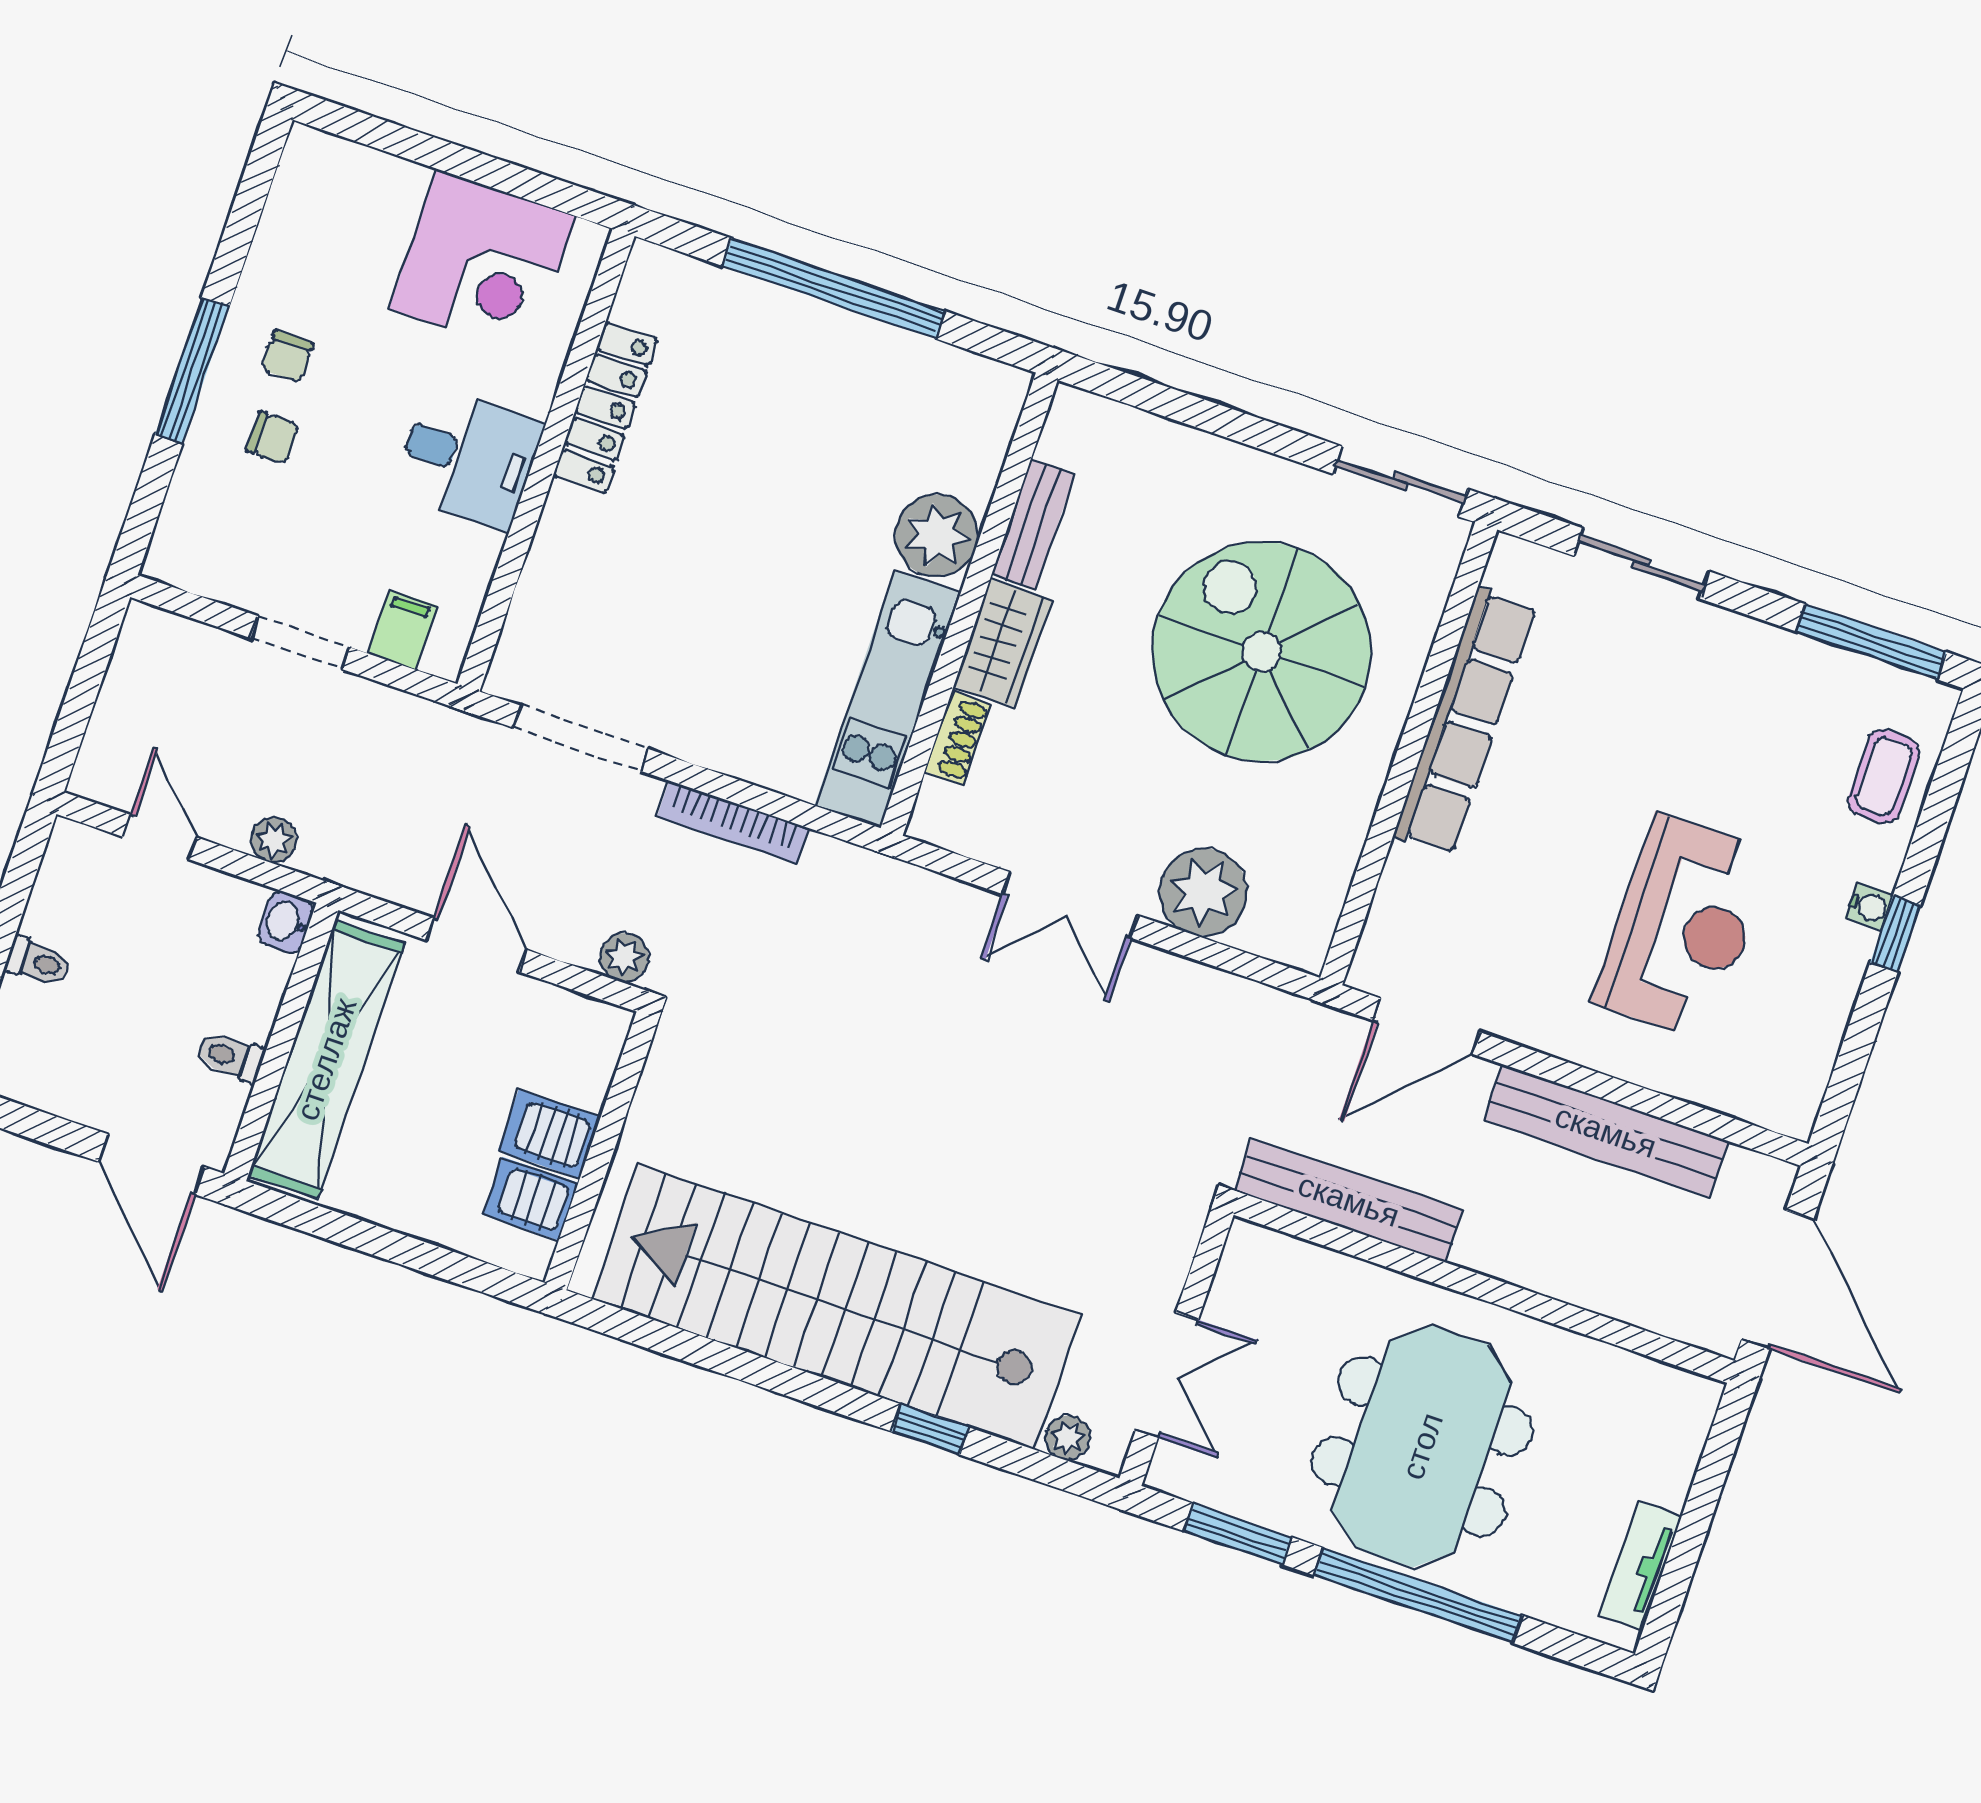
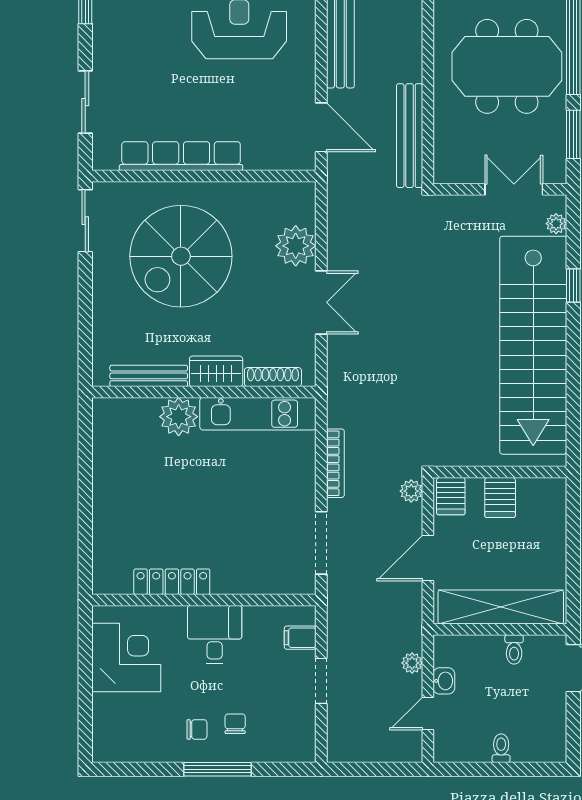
window: (834, 289) -> (85, 499), removed
bench: (1033, 524) -> (149, 376), width x1.36
shoe rack: (958, 738) -> (273, 377), width x1.43
washbasin: (286, 922) -> (444, 681), moved, turned -90
server rack: (530, 1199) -> (451, 496), moved

